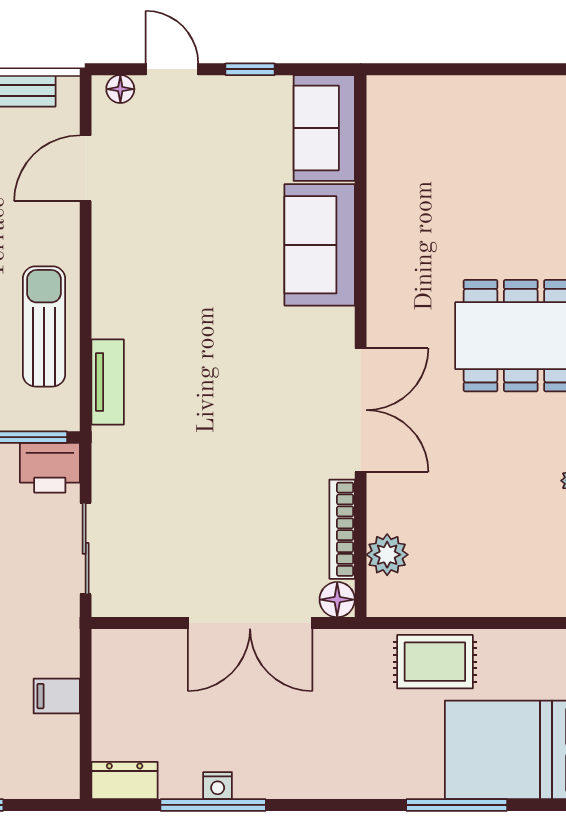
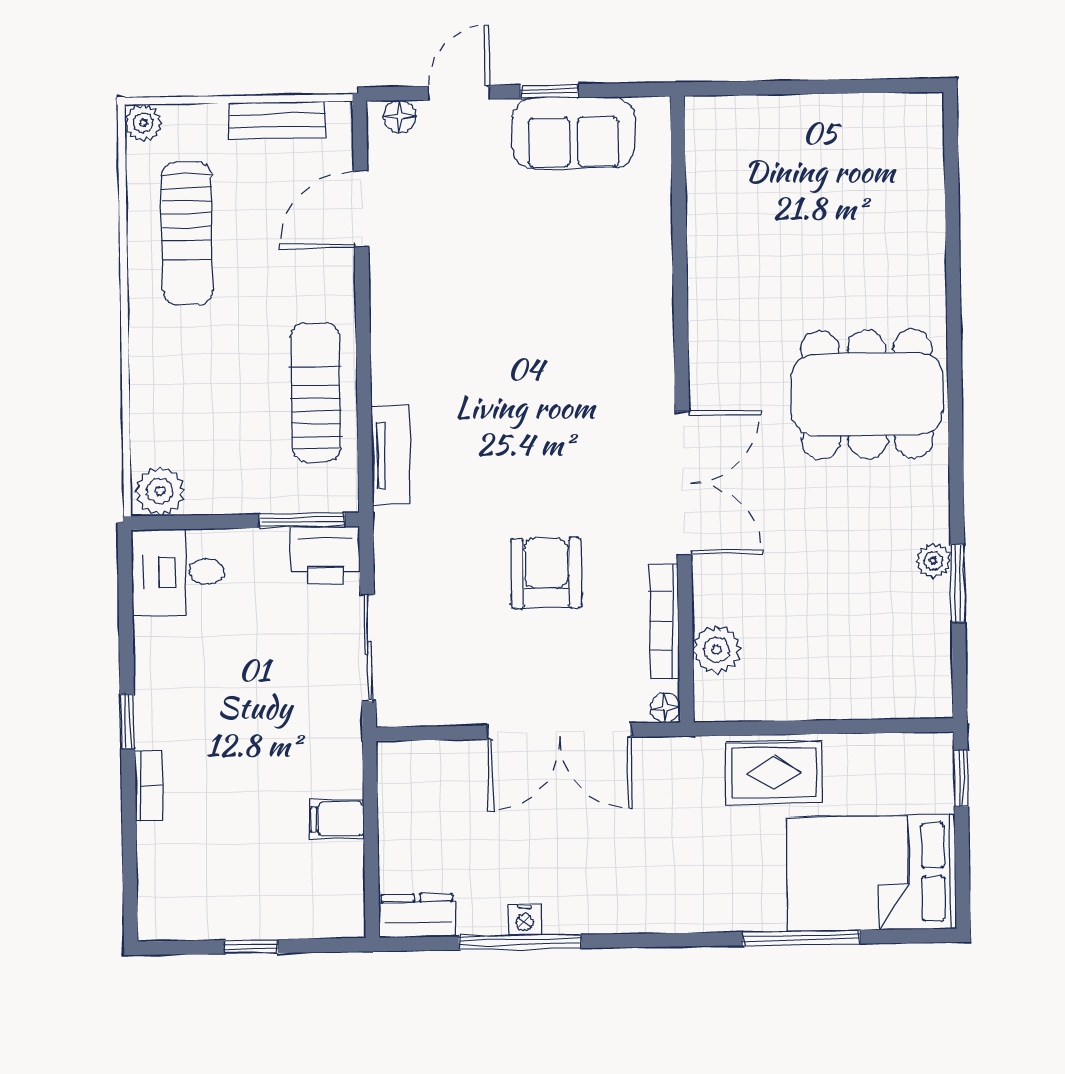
door: (172, 69) -> (459, 93), hinge flipped
sofa: (324, 128) -> (573, 133), moved, turned -90
sofa: (320, 245) -> (633, 293), removed
armchair: (241, 486) -> (546, 573), added
floor lamp: (337, 600) -> (665, 708), width x0.73, depth x0.73

